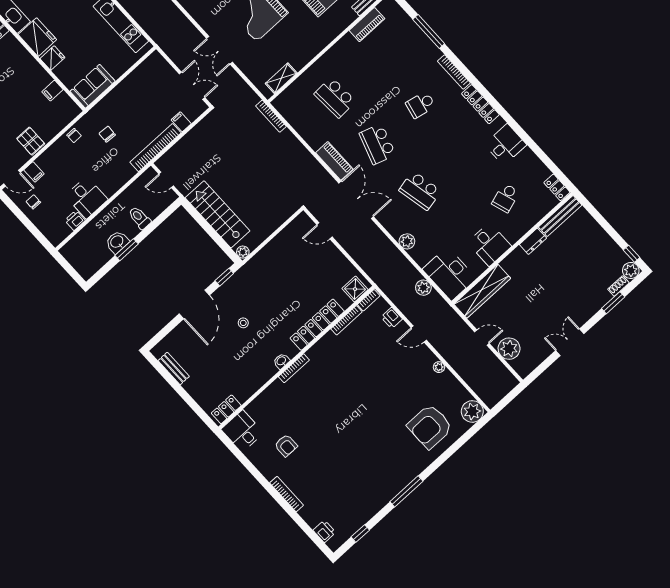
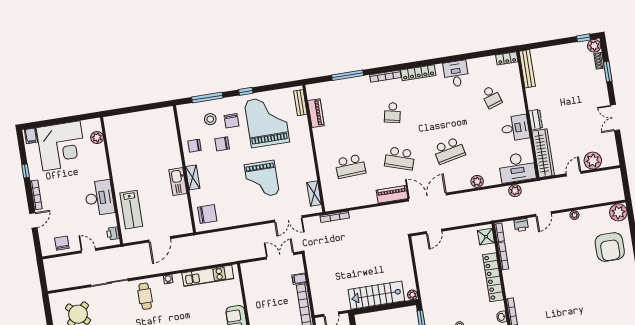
double door: (219, 50) -> (288, 219), moved
dresser: (533, 241) -> (536, 120), moved

